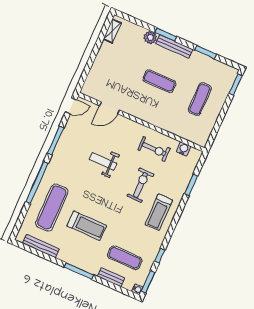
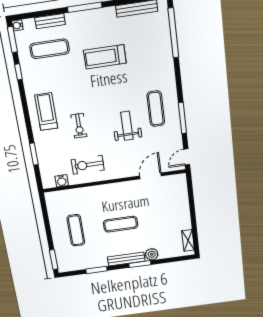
weight bench: (103, 161) -> (127, 126), turned -90
window: (37, 182) -> (173, 33), moved
exercise bike: (141, 185) -> (79, 126), width x0.73, depth x0.72
exercise mat: (52, 207) -> (156, 109), moved, width x0.73, depth x0.69

